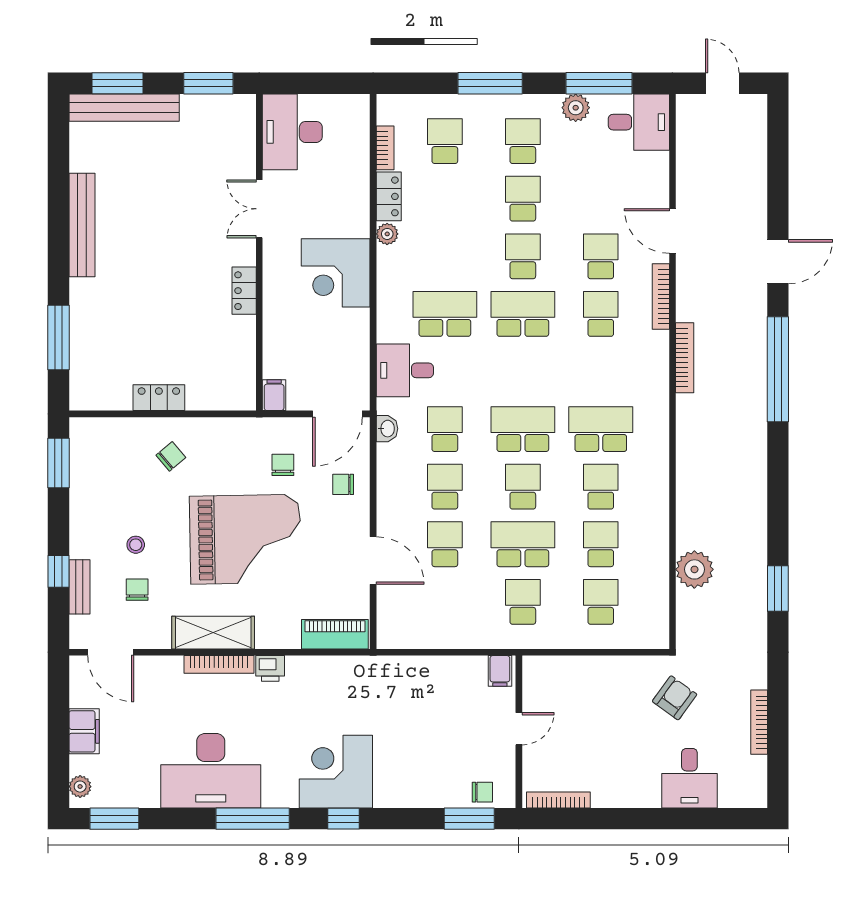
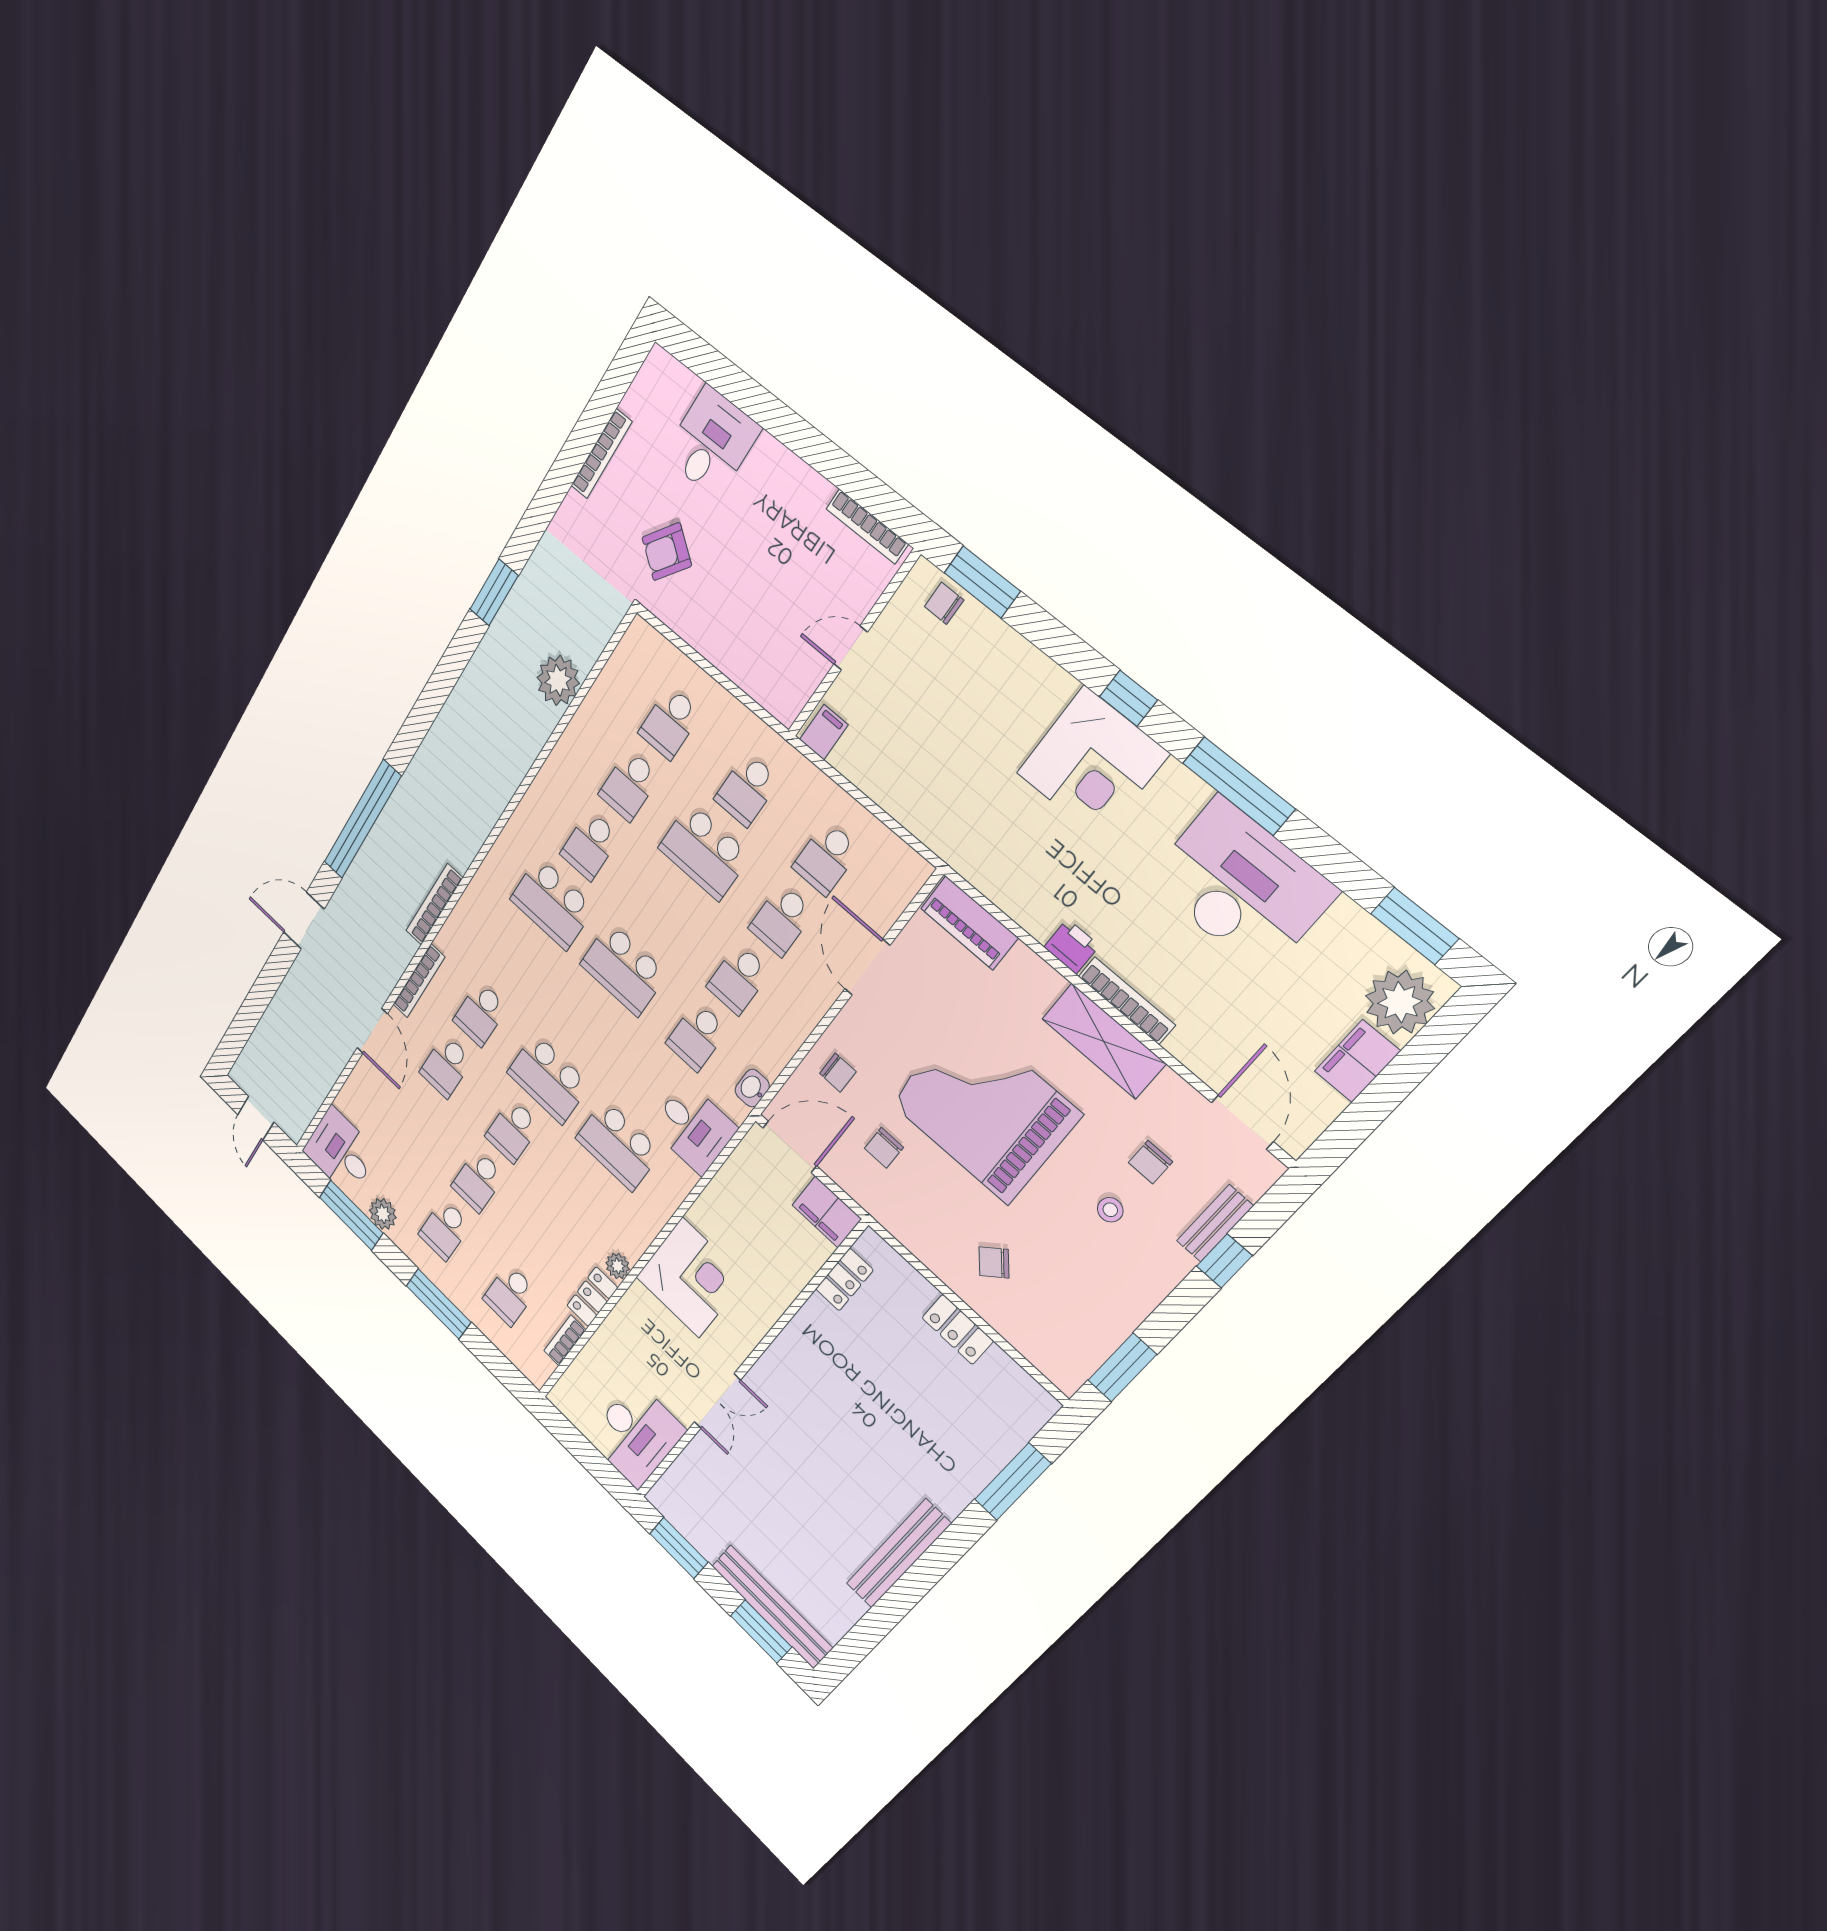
locker: (244, 291) -> (844, 1280), moved
filing cabinet: (274, 395) -> (827, 1212), width x2.00
school desk: (523, 487) -> (826, 858), moved
plant: (80, 787) -> (1400, 1002), width x1.88, depth x1.88

